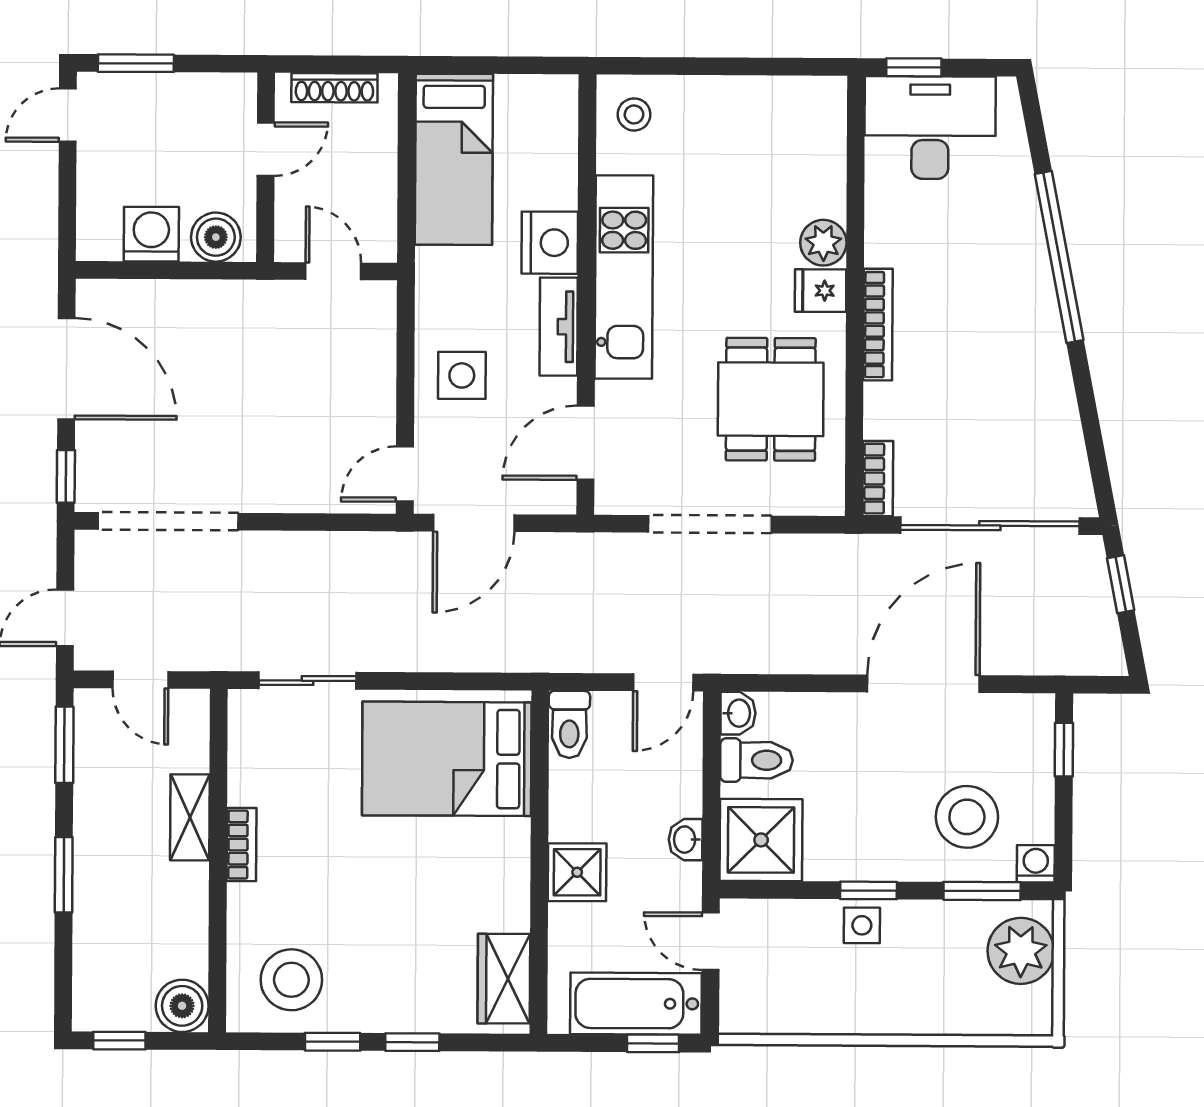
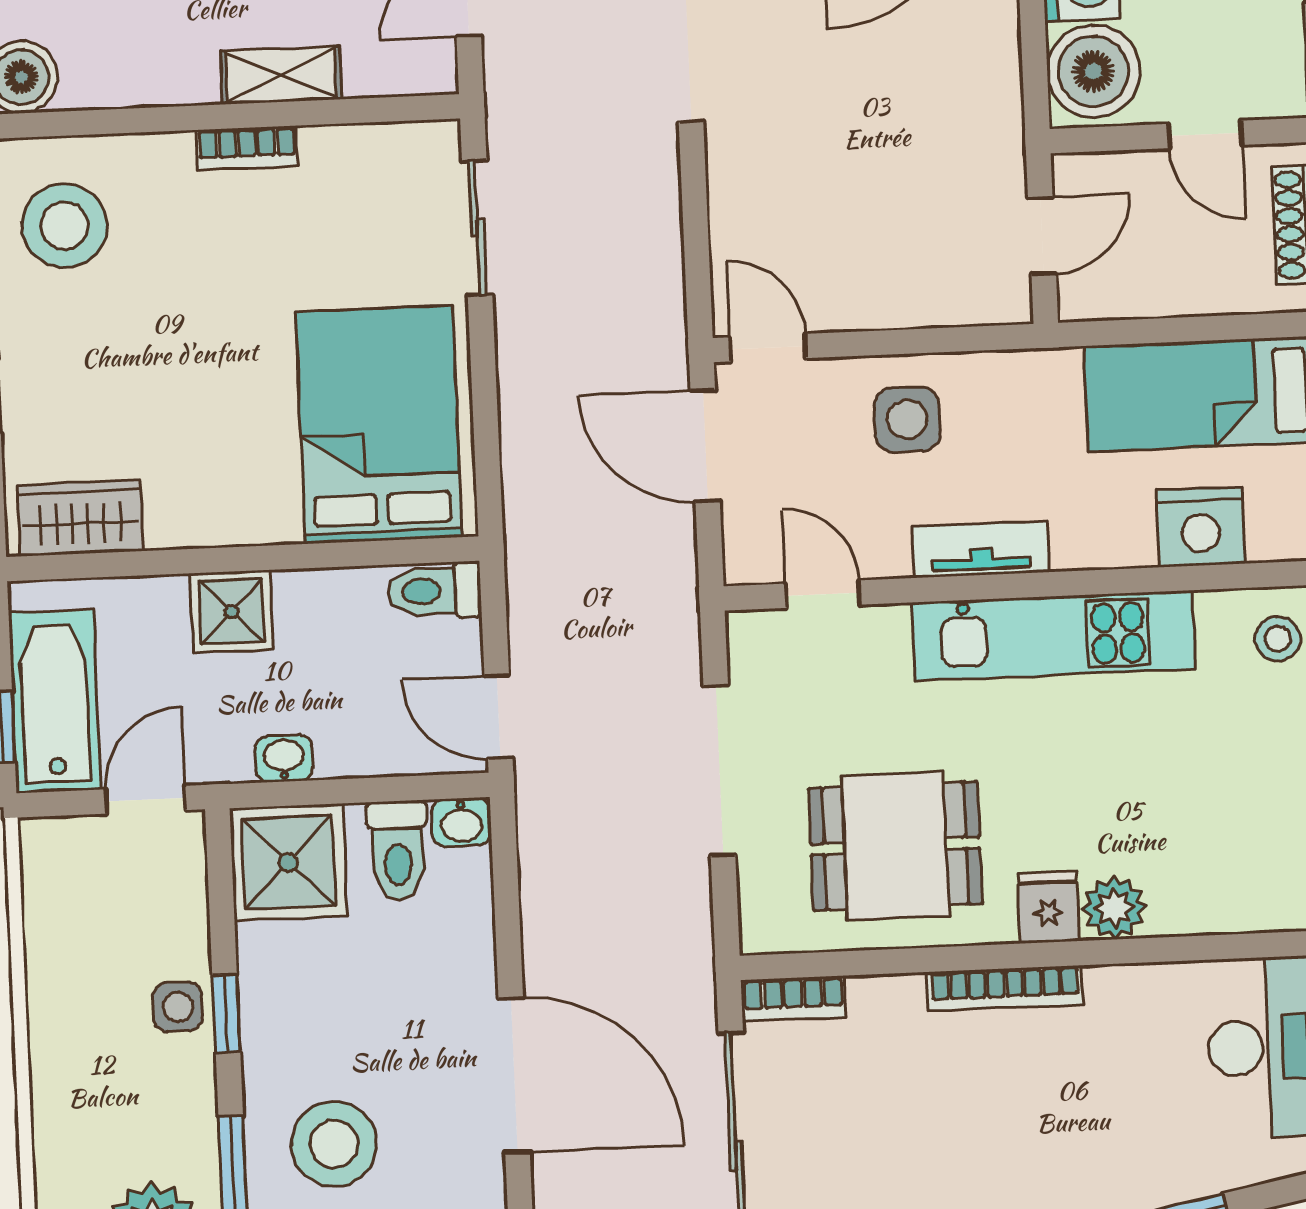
boiler: (216, 237) -> (1093, 71), width x1.37, depth x1.37
nightstand: (550, 243) -> (1201, 527), moved
door: (586, 443) -> (823, 594), width x0.73

